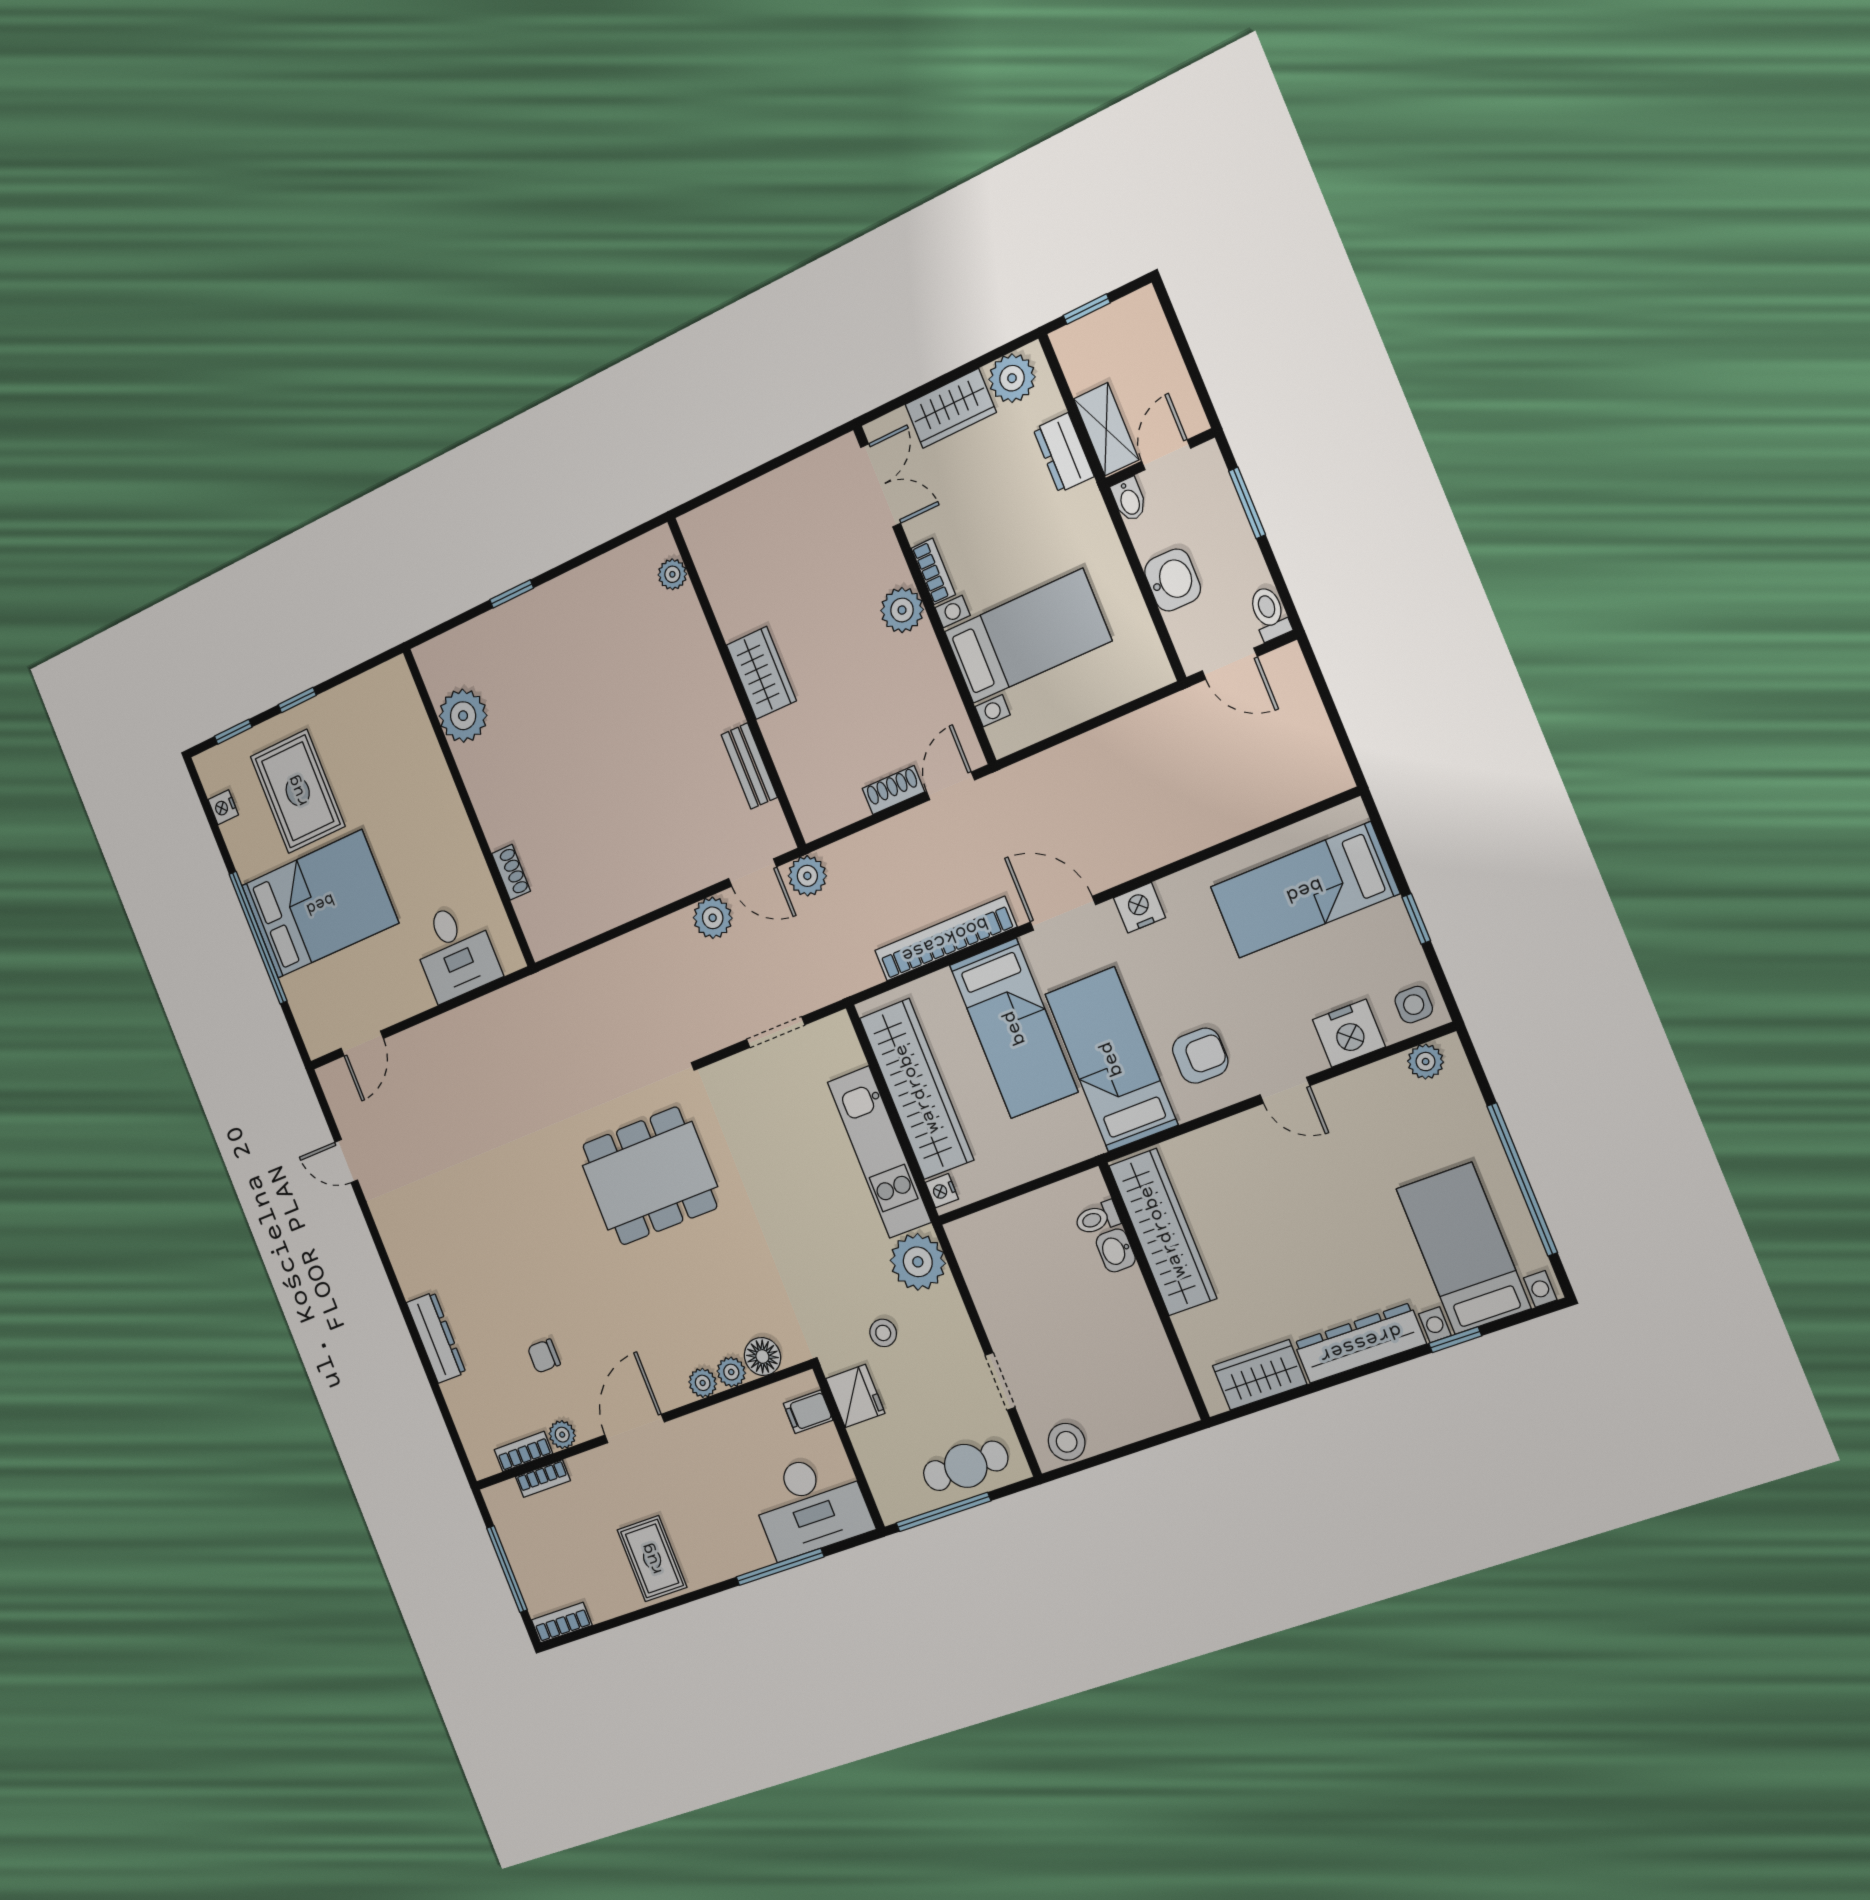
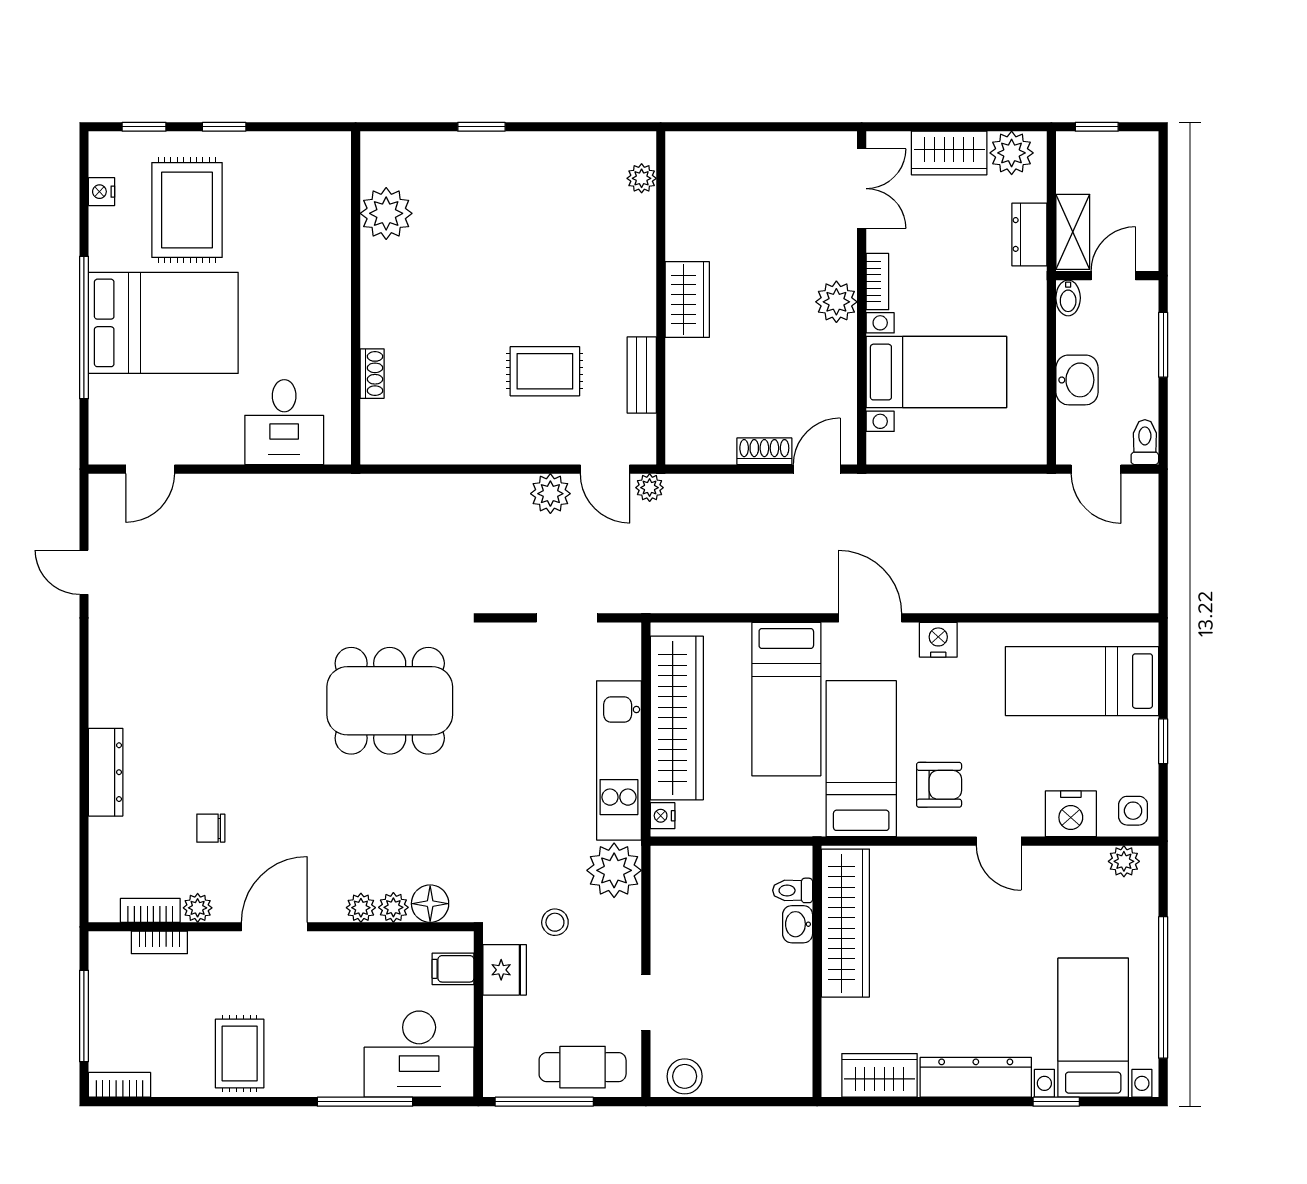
rug: (661, 802) -> (545, 371), added
plant: (807, 876) -> (650, 488), width x0.73, depth x0.73
bookcase: (945, 939) -> (757, 598), removed

